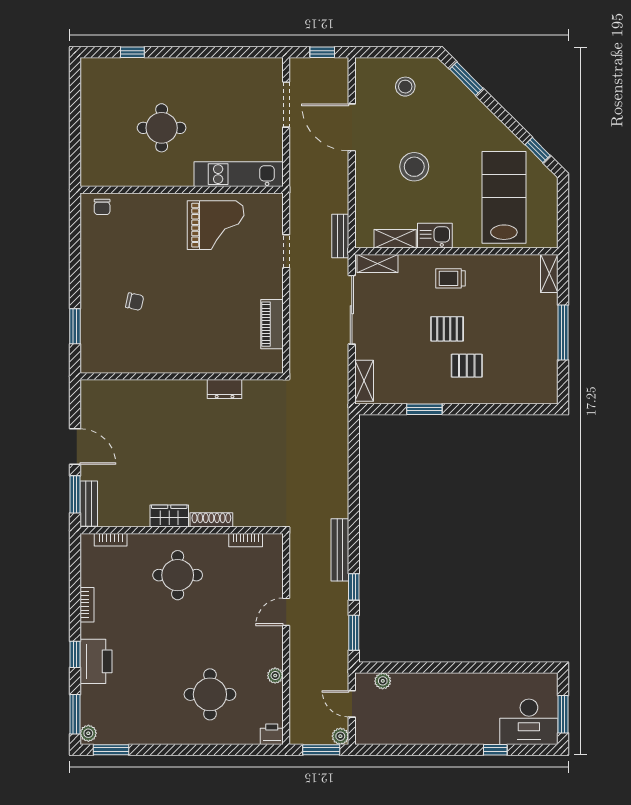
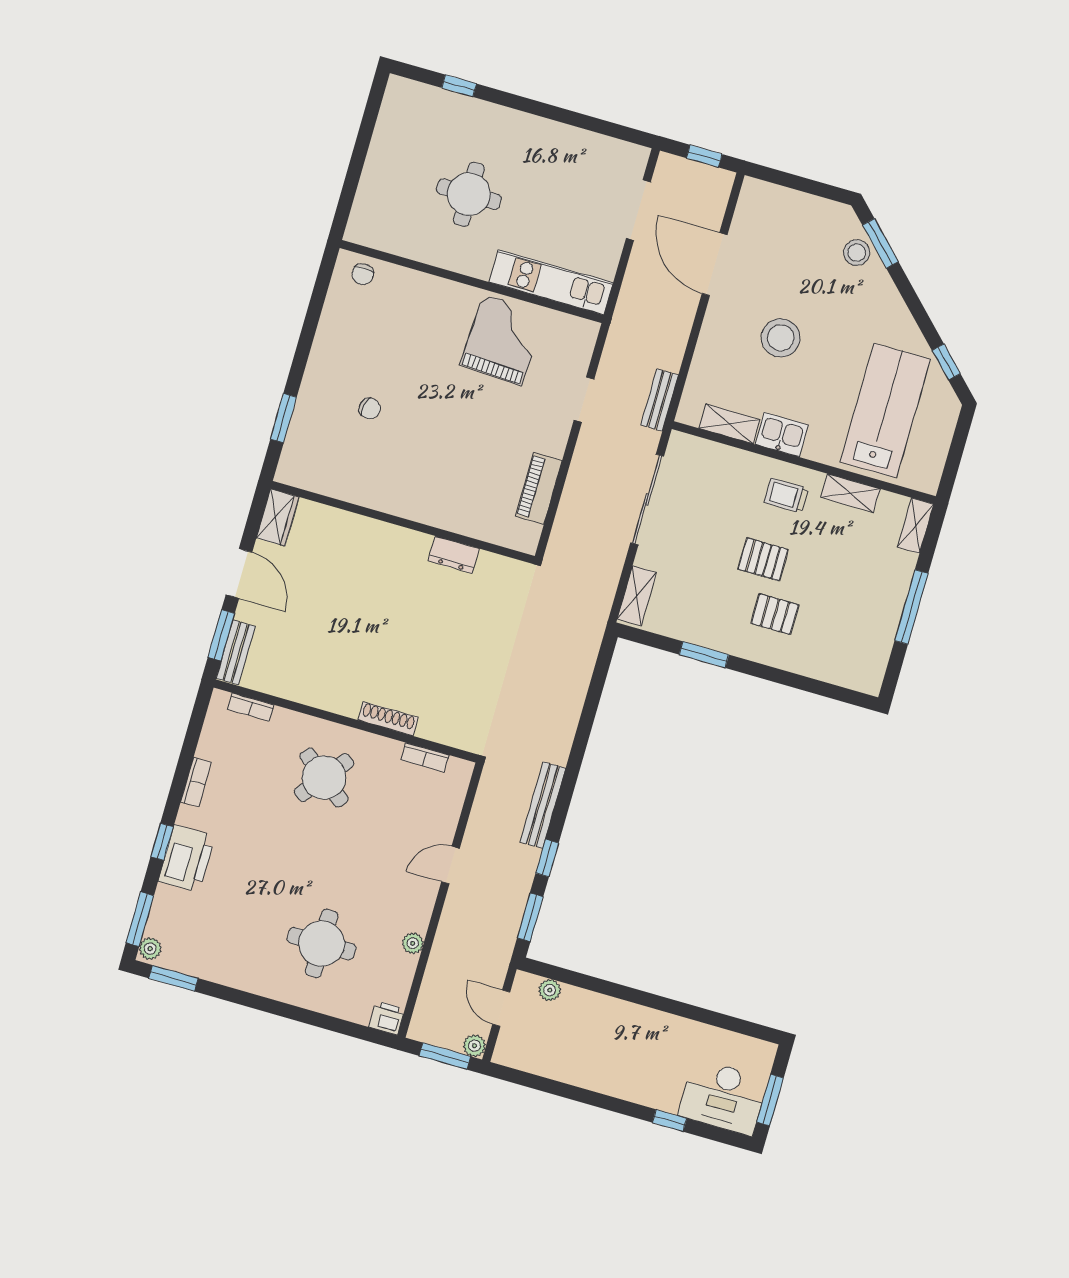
stool: (405, 87) -> (857, 253), moved
grand piano: (216, 225) -> (503, 340), turned -87
shelving: (378, 264) -> (850, 493), moved
wardrobe: (169, 516) -> (278, 518), moved, turned 90
round table: (178, 575) -> (324, 778), turned 38

